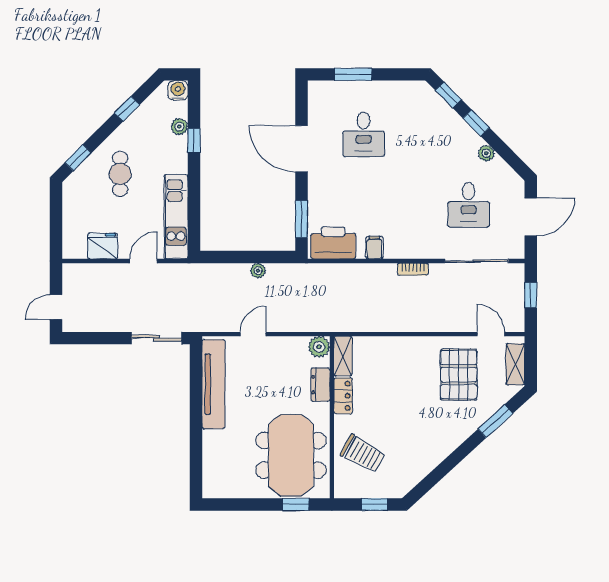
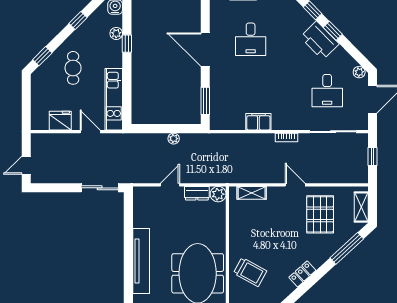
plant: (486, 153) -> (359, 72), moved
printer: (333, 243) -> (320, 40), moved, turned -135
filing cabinet: (374, 248) -> (258, 122), width x2.00
door: (143, 261) -> (90, 132), hinge flipped
door: (491, 334) -> (295, 185), moved
shelving: (343, 356) -> (252, 193), moved, turned 90
tv unit: (213, 384) -> (141, 261), moved
dresser: (320, 385) -> (197, 193), moved, turned -90
locker: (343, 396) -> (302, 274), moved, turned -132
window: (495, 421) -> (347, 248), width x1.44

